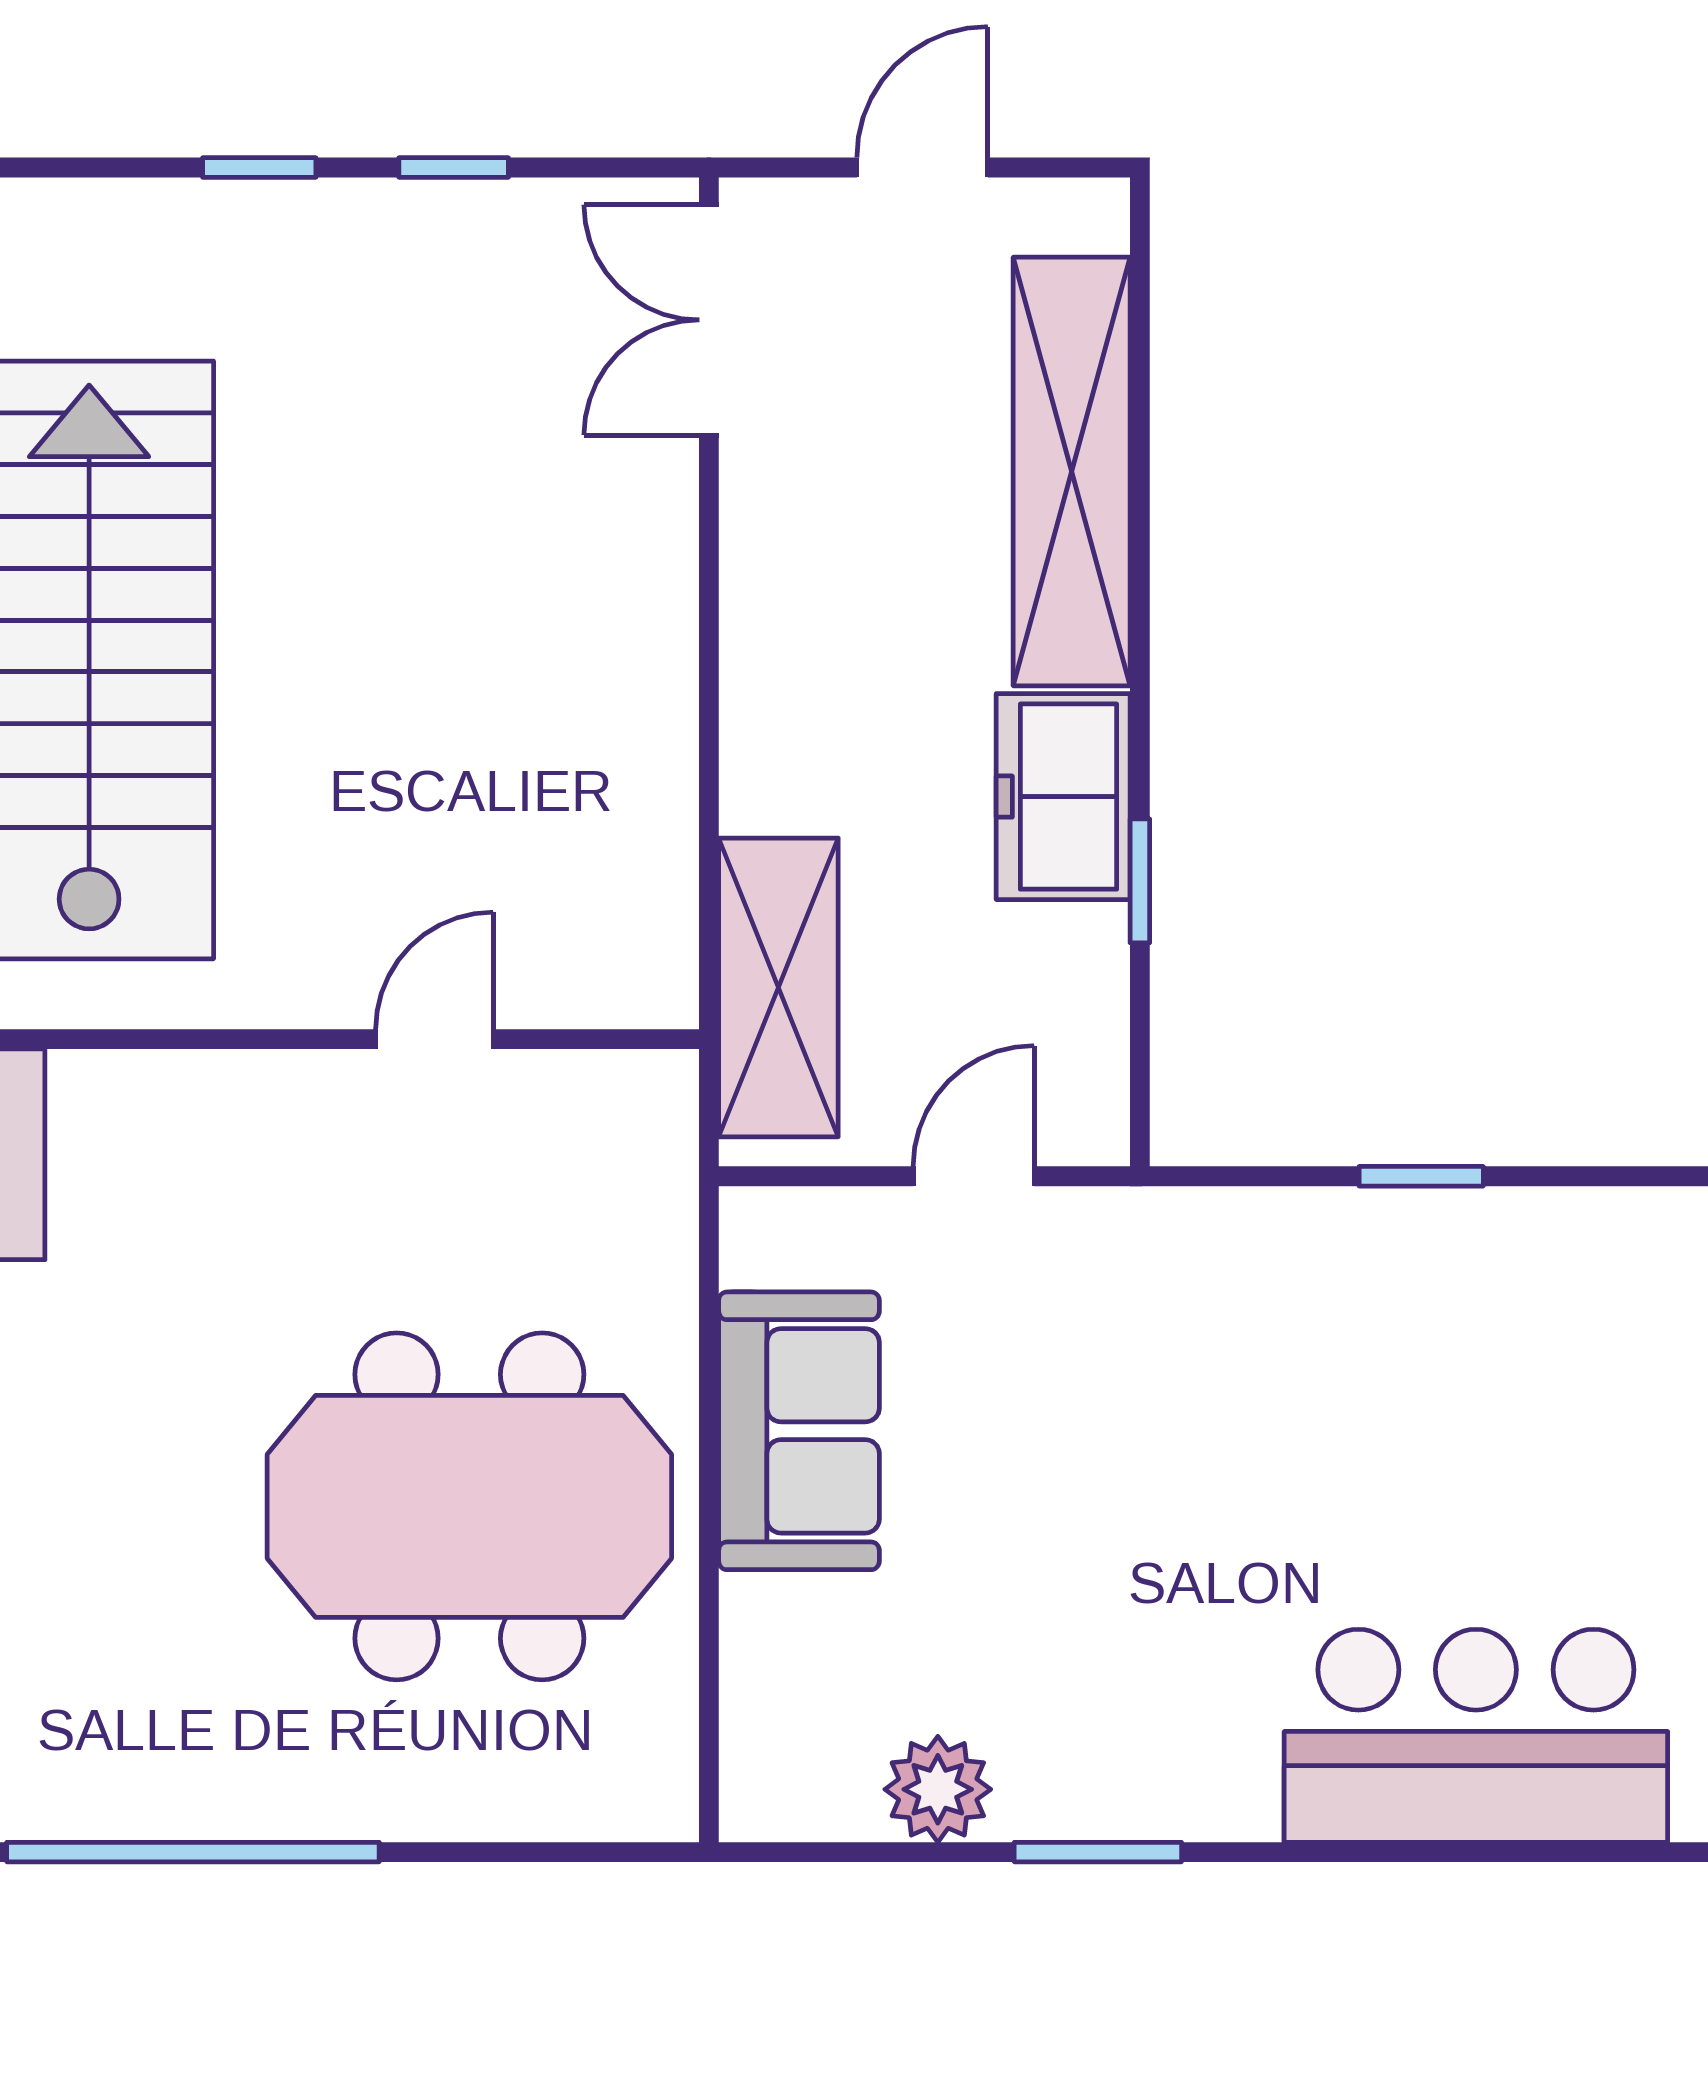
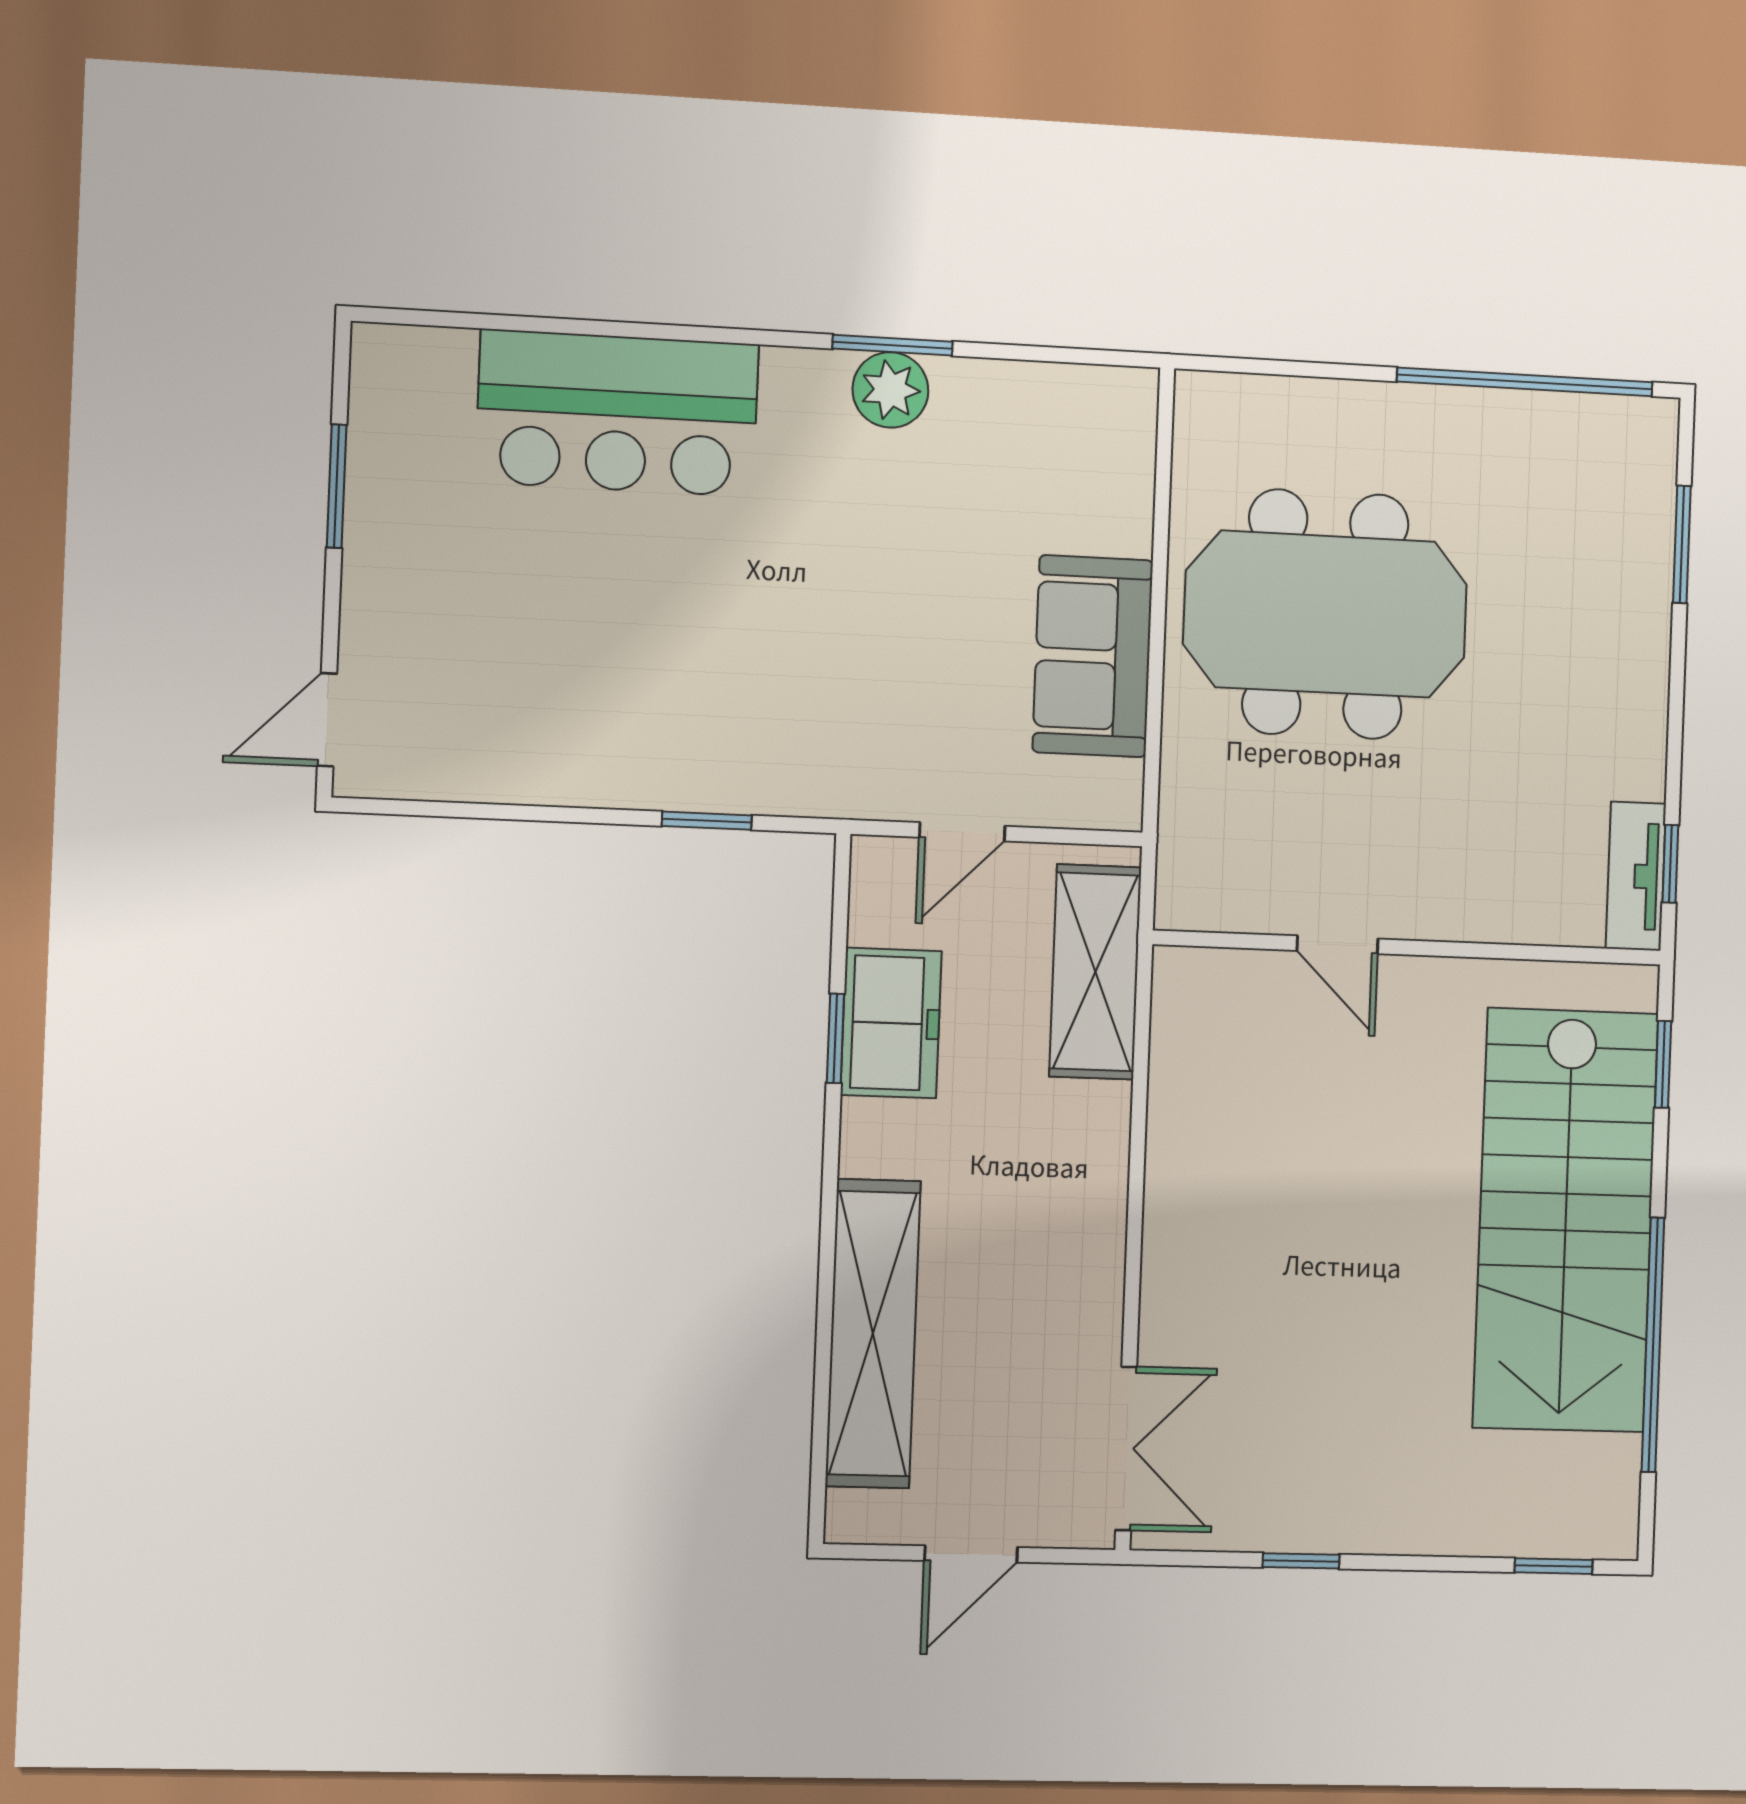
window: (259, 167) -> (1554, 1566), moved
freezer: (1063, 797) -> (891, 1023), moved
door: (434, 1039) -> (1337, 945), hinge flipped
window: (1421, 1176) -> (707, 821), moved
plant: (938, 1789) -> (890, 390), moved

